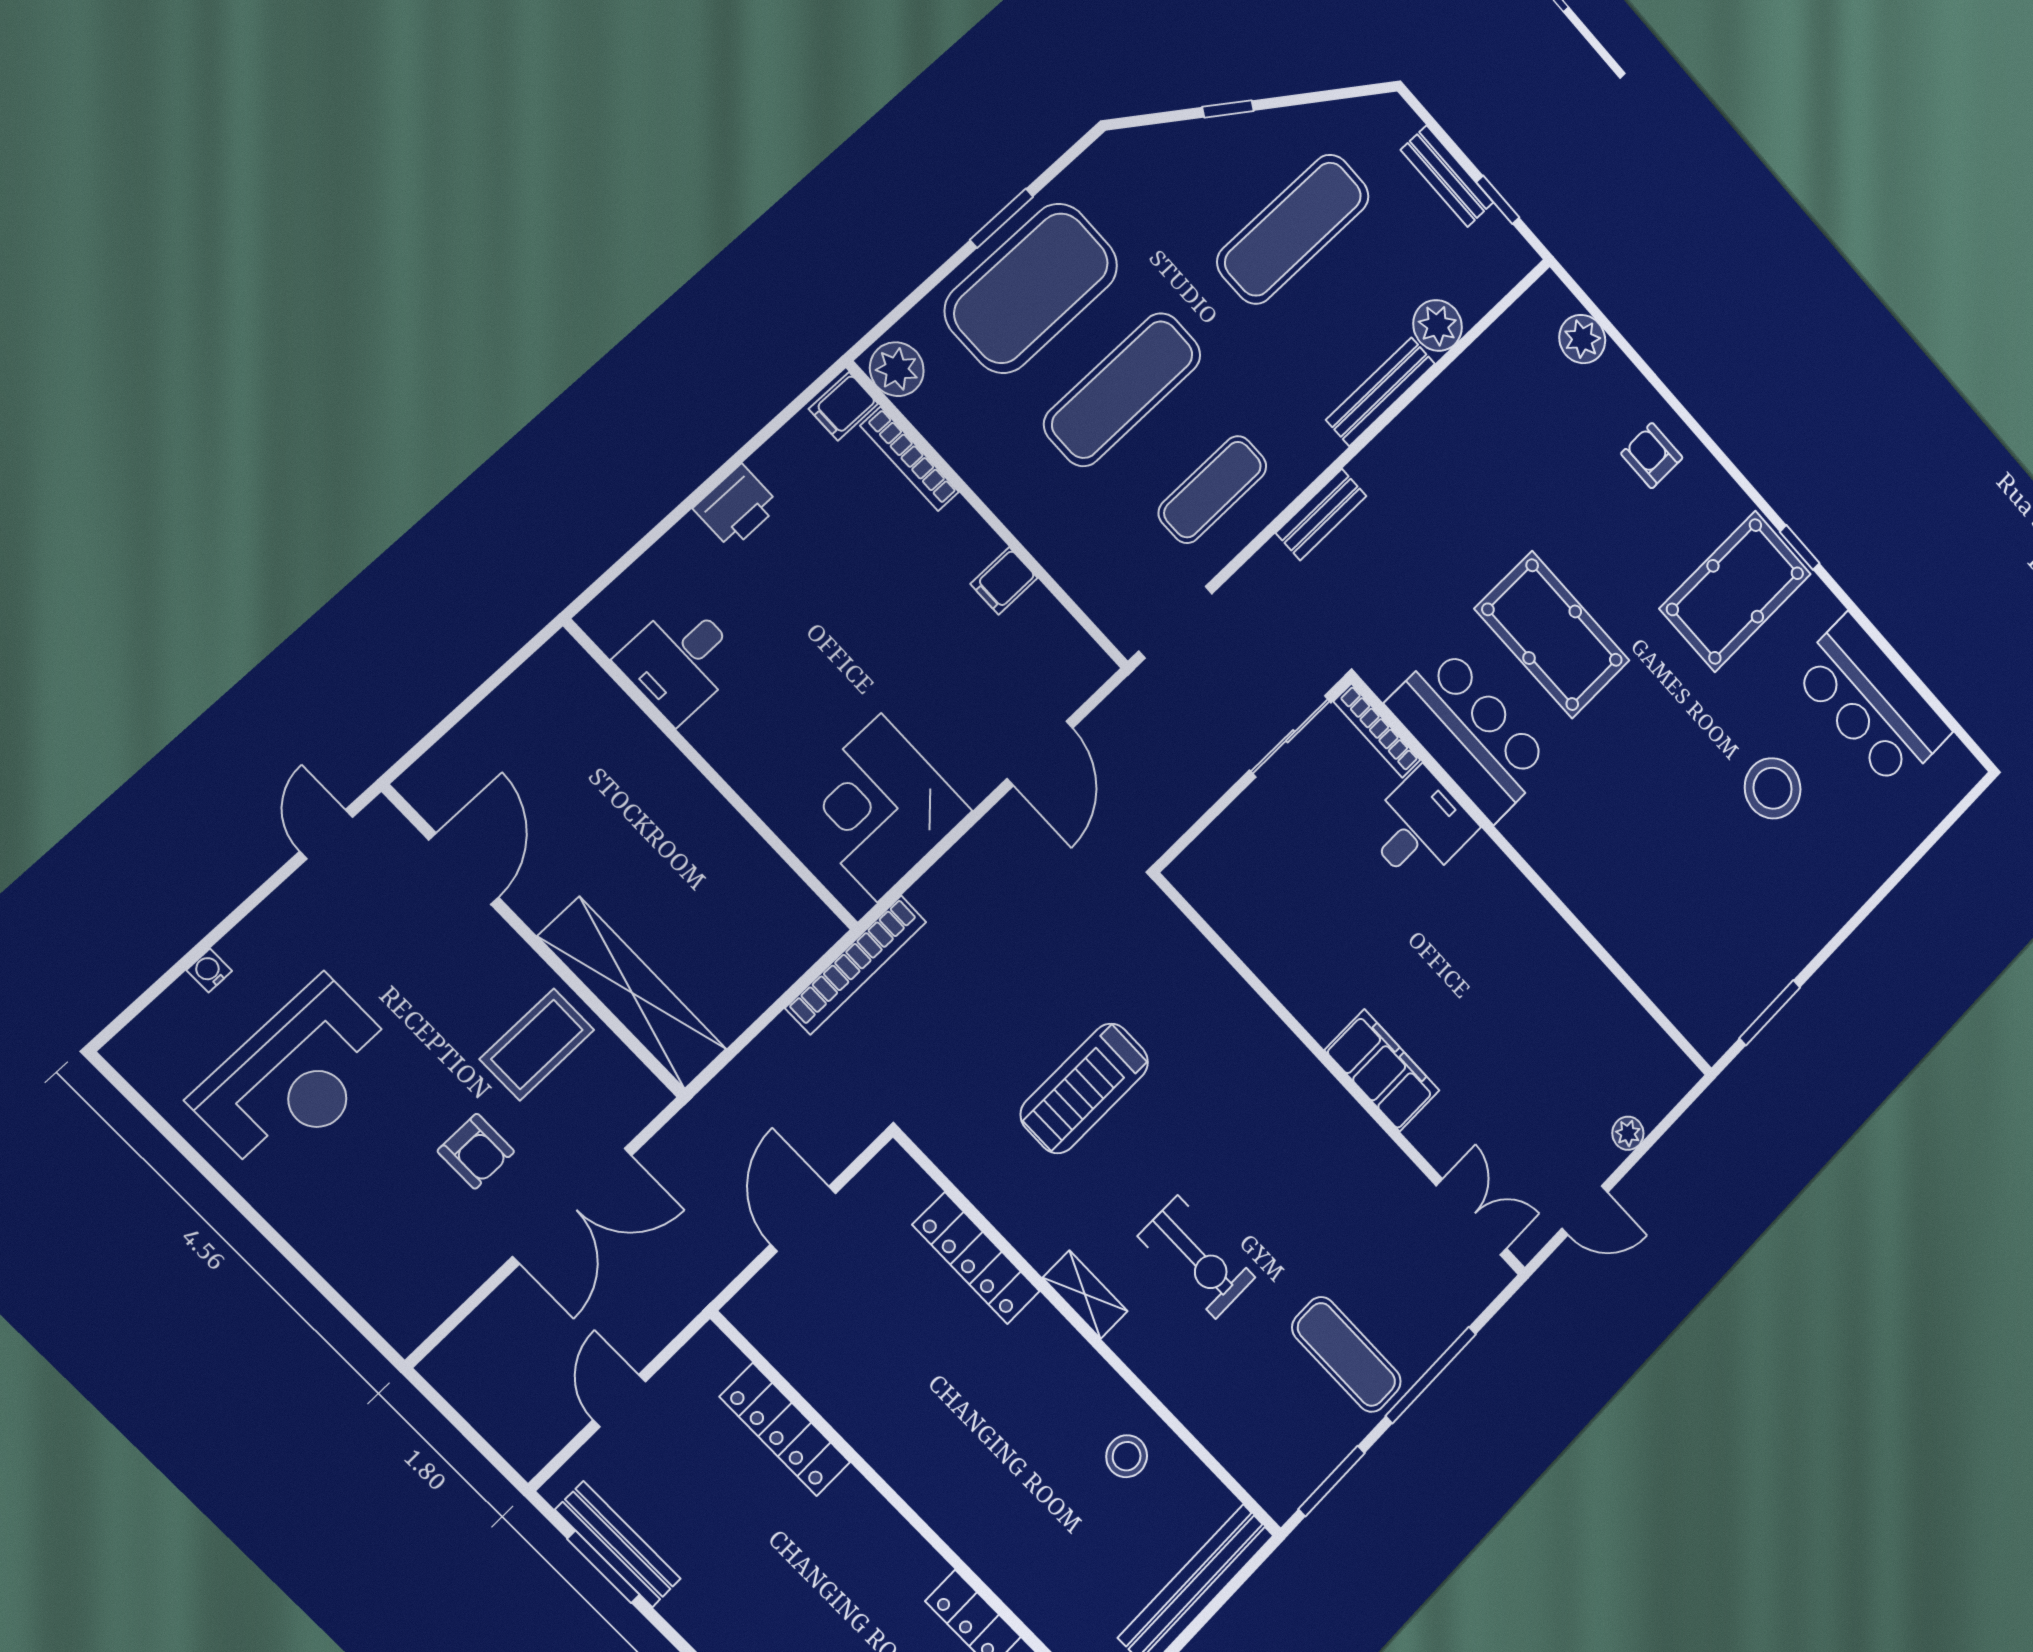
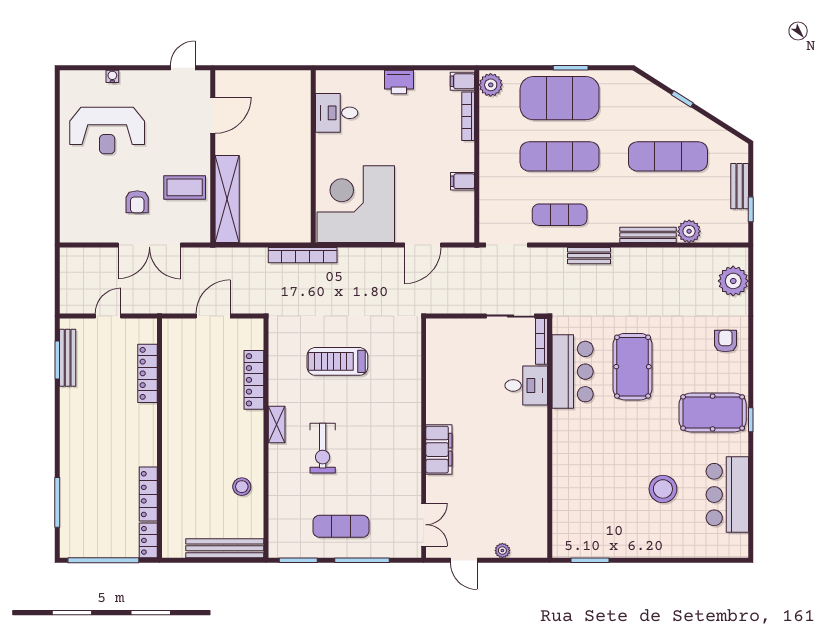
plant: (1582, 339) -> (733, 281), width x1.36, depth x1.36
corner desk: (879, 808) -> (356, 204), width x1.36, depth x1.36
exercise mat: (1346, 1355) -> (341, 526), turned 90

